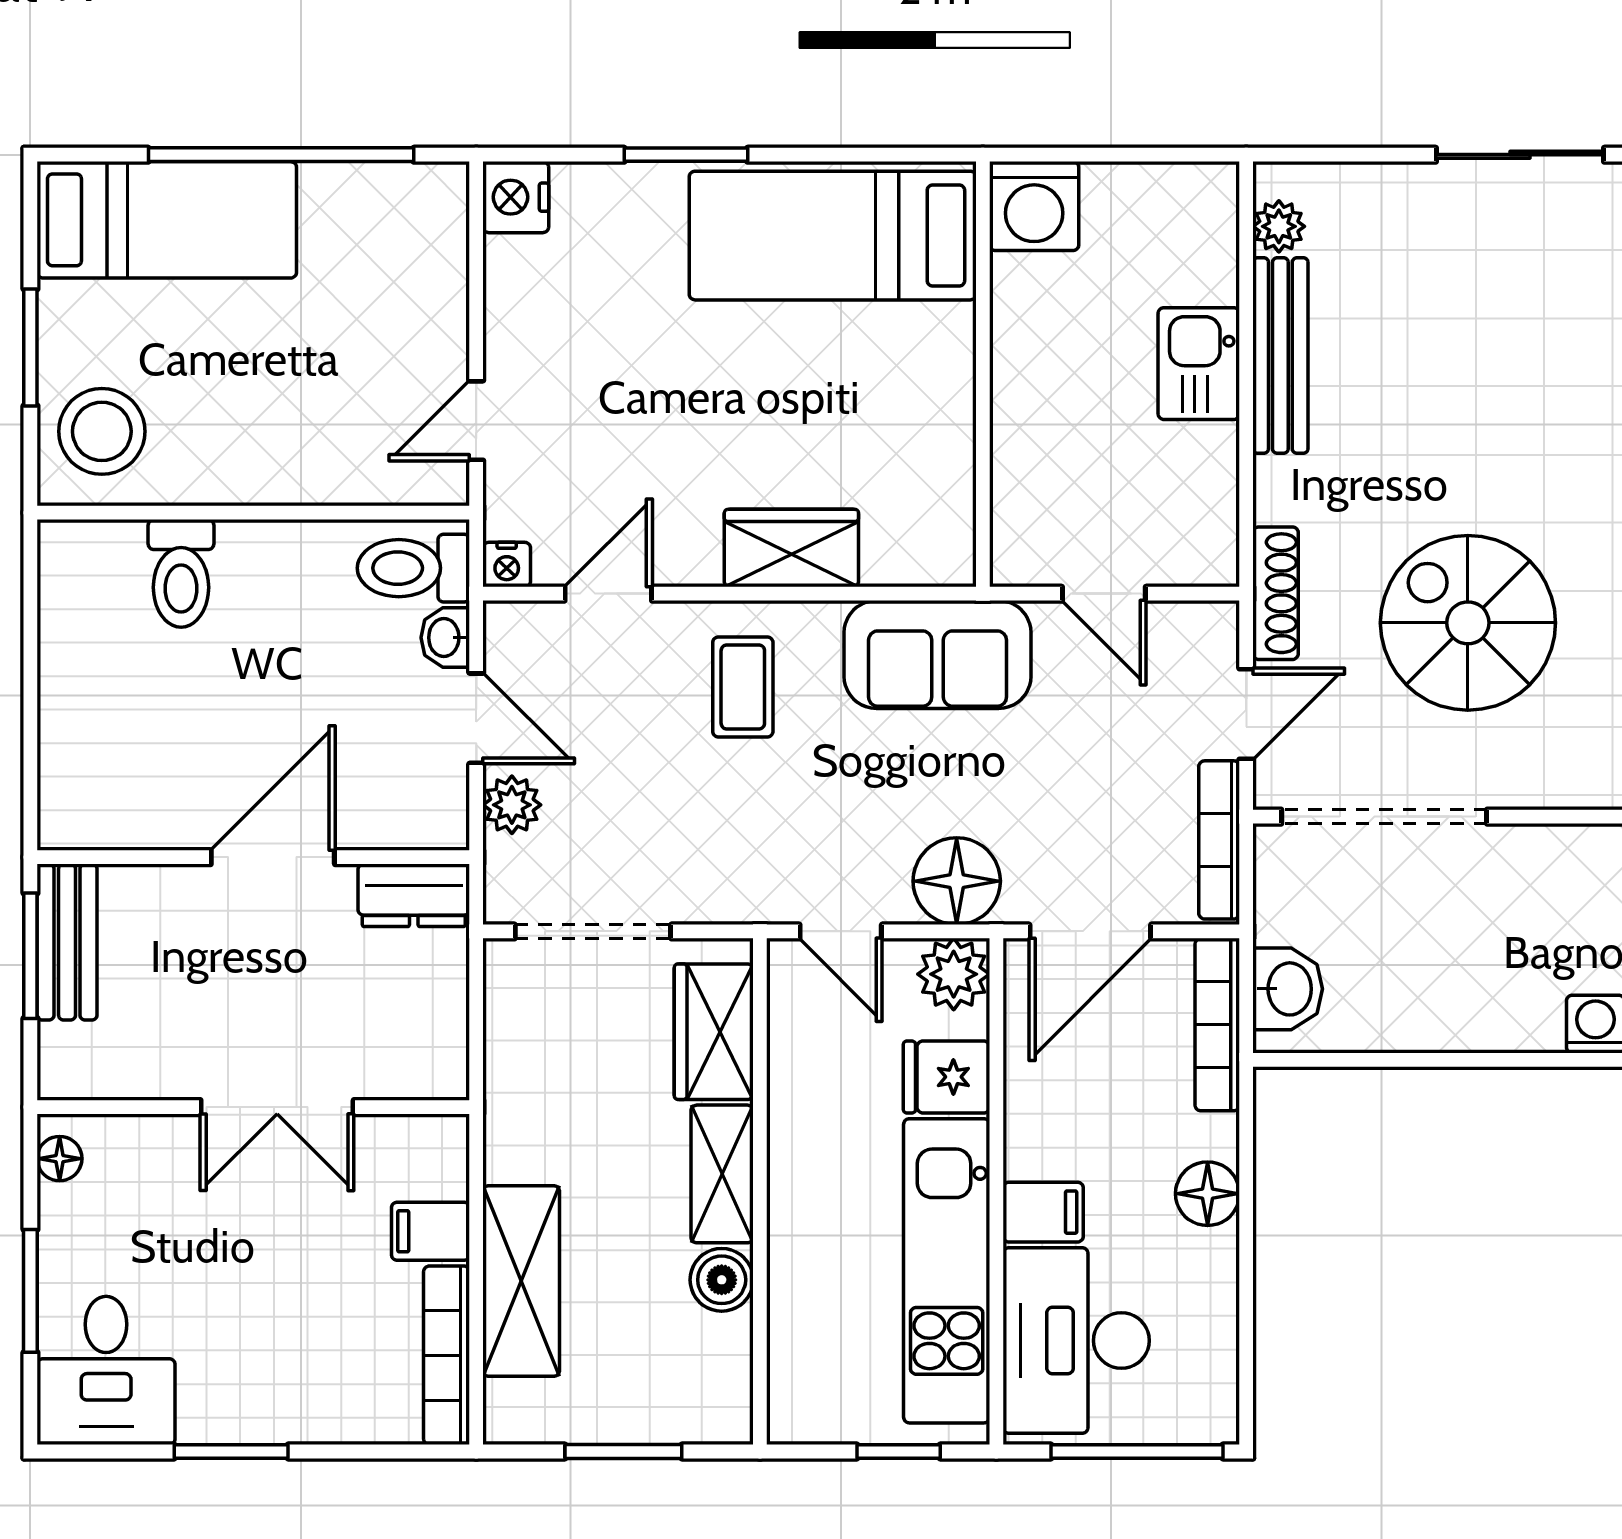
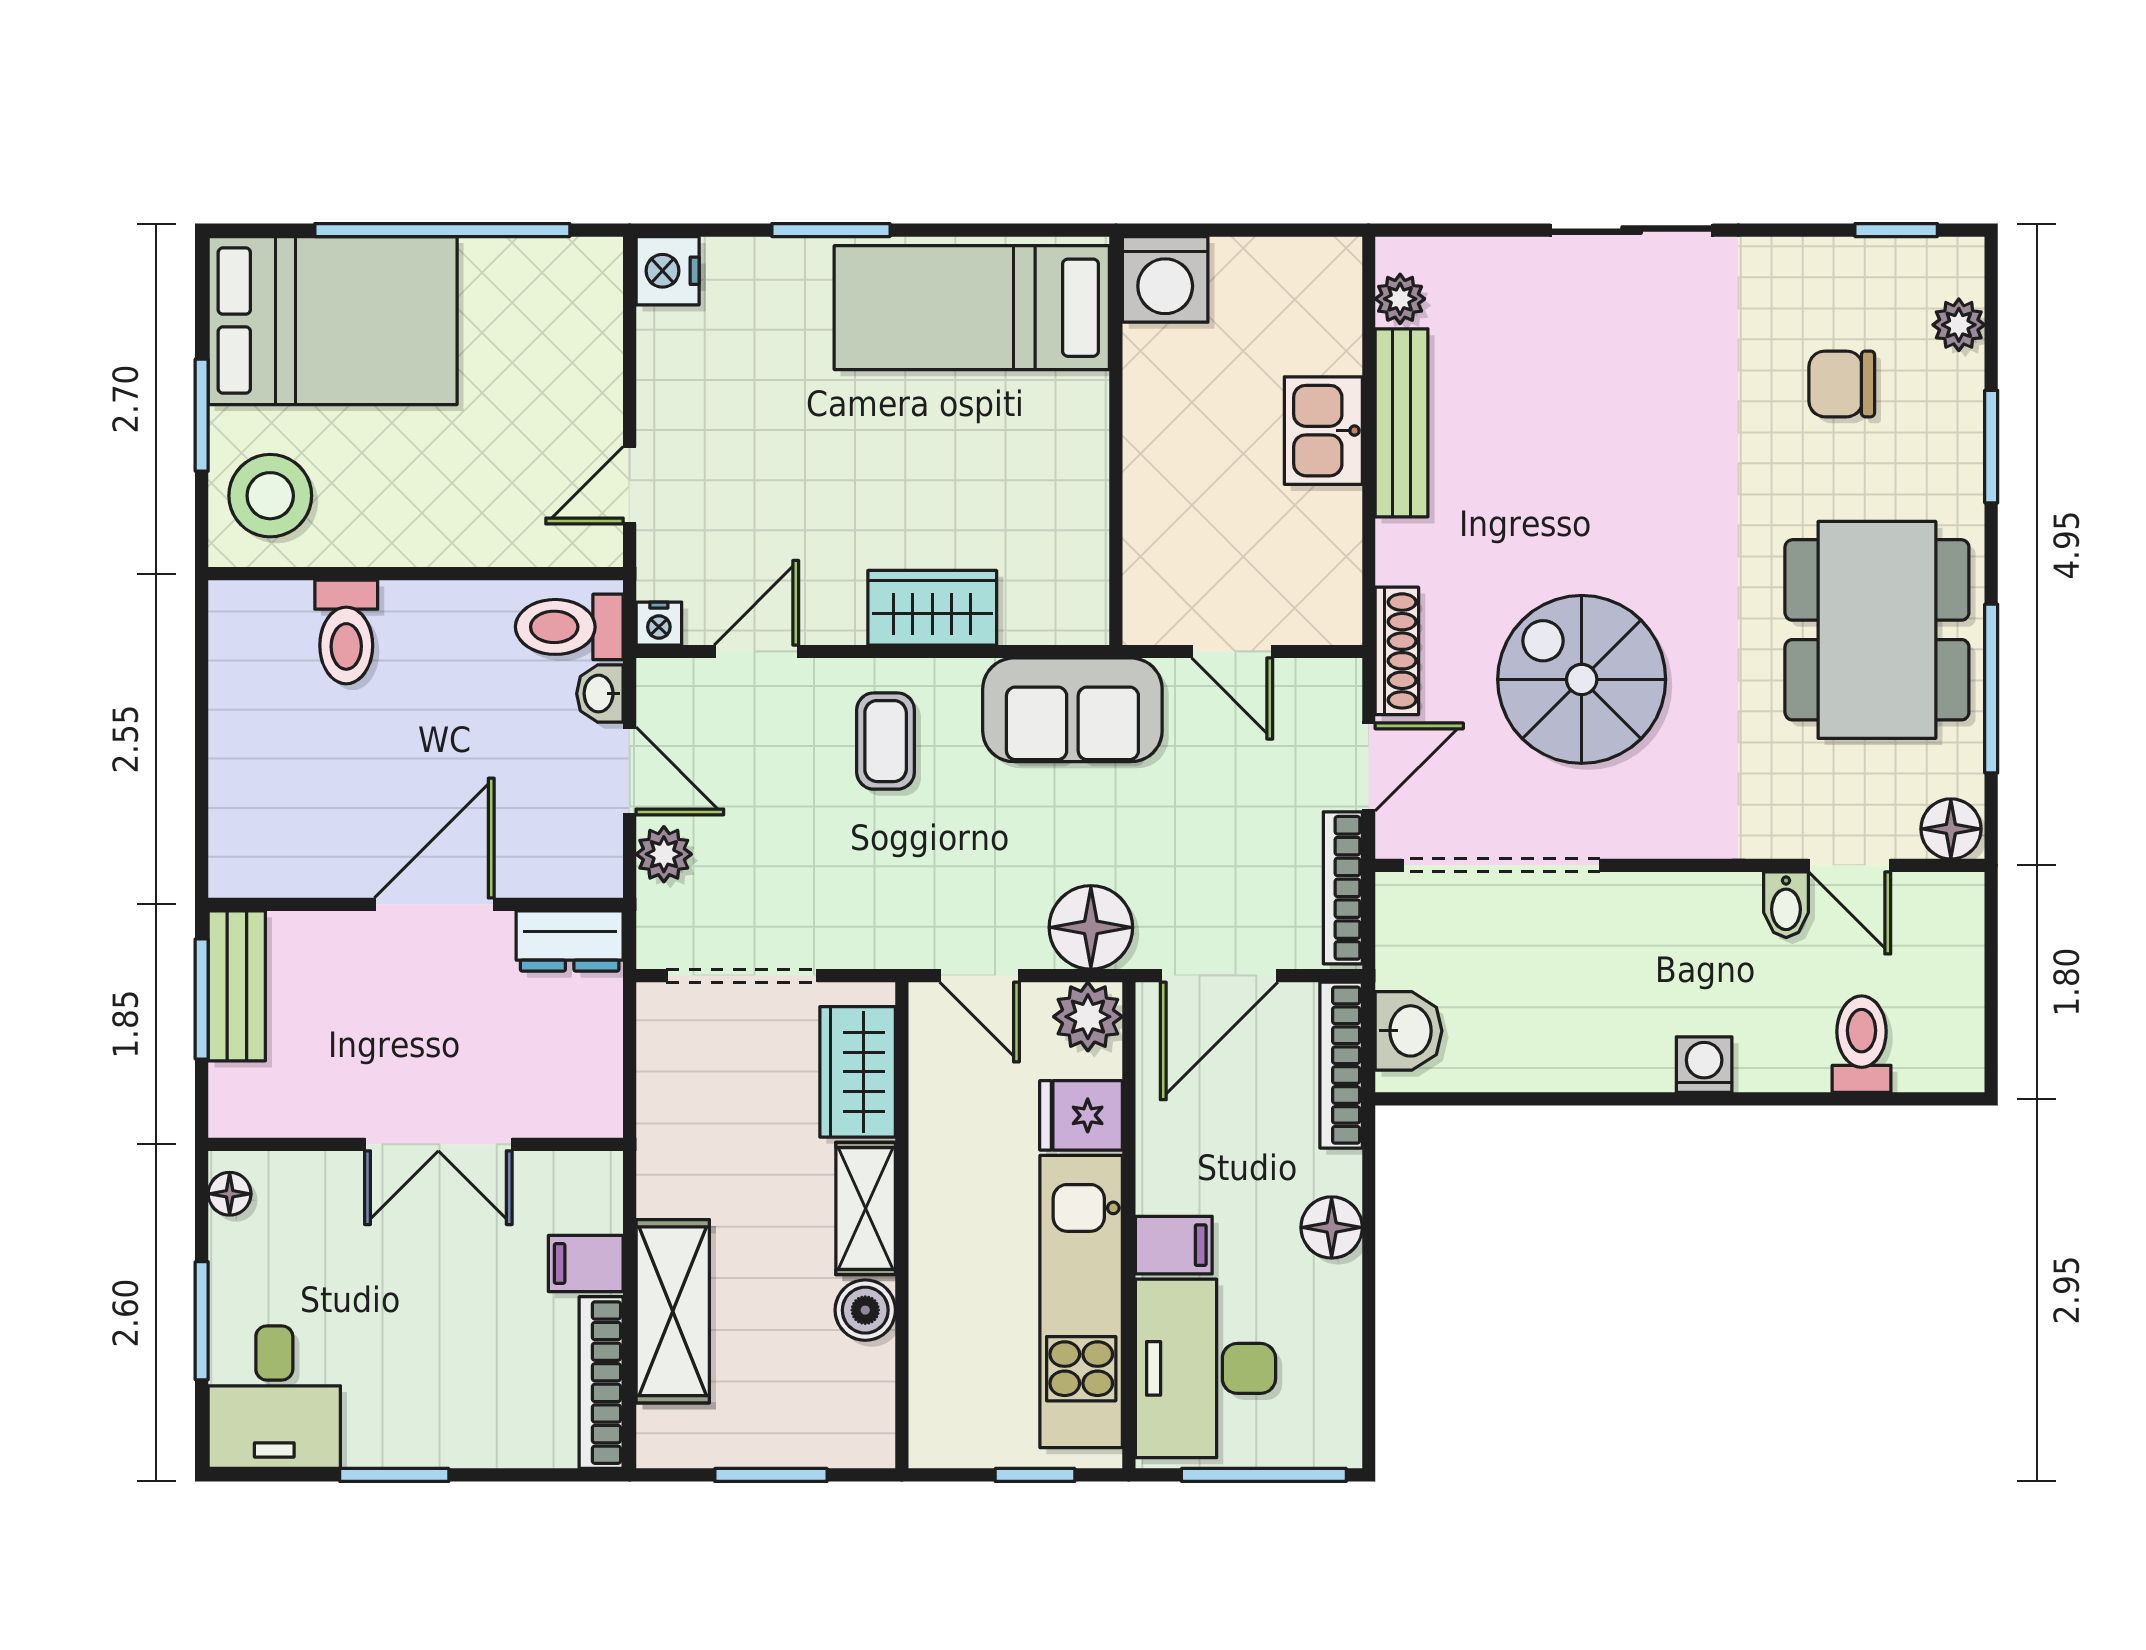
bed: (167, 220) -> (333, 321), width x1.50

